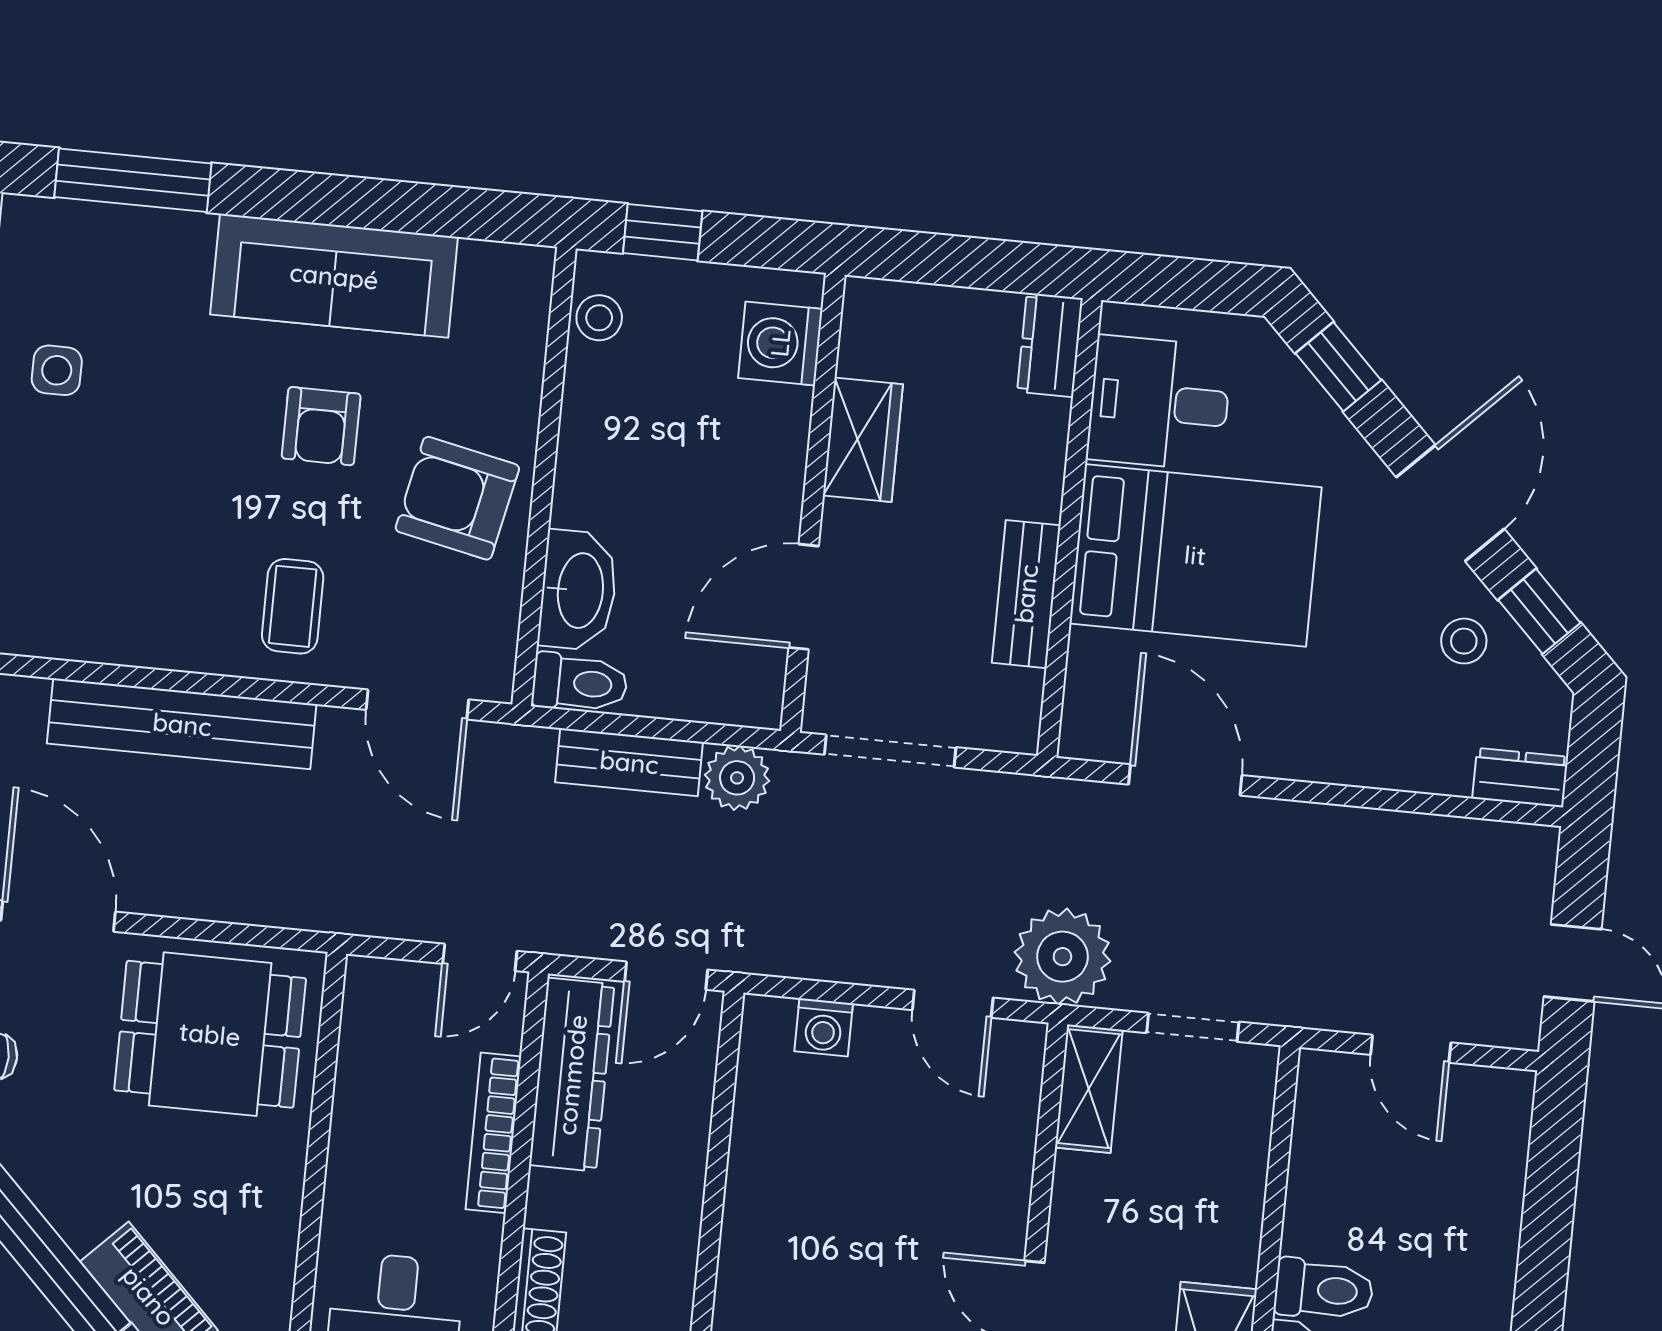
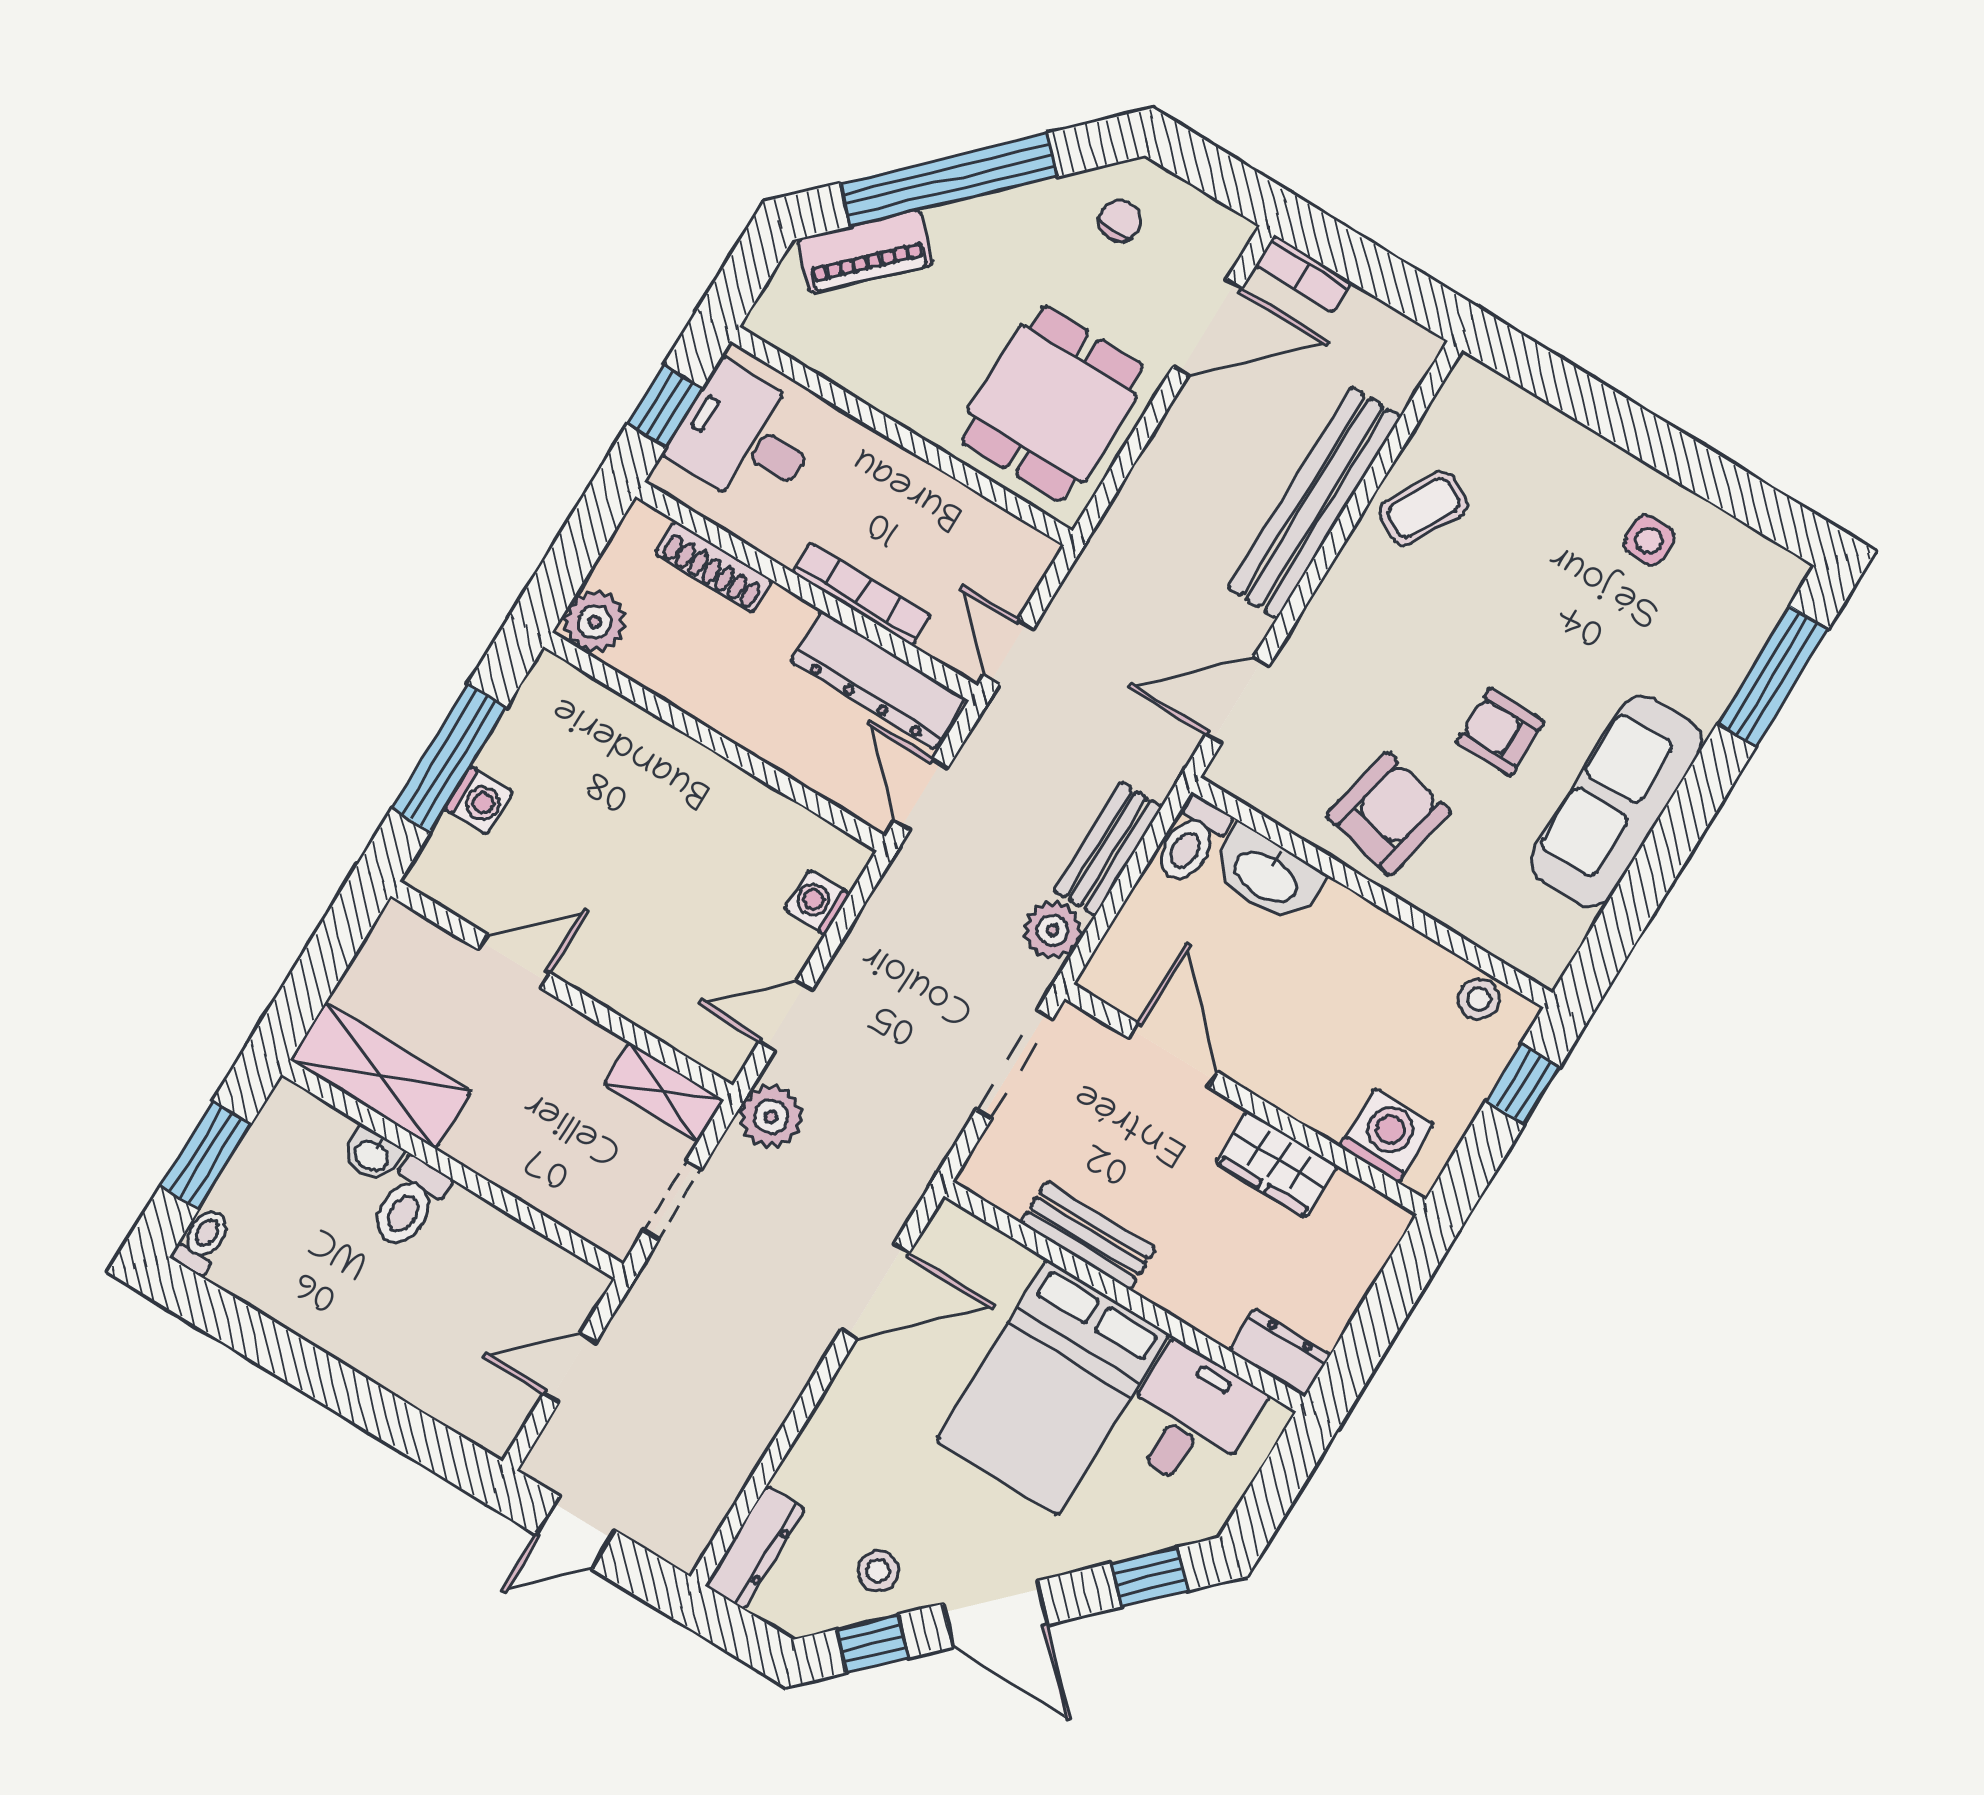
coffee table: (293, 606) -> (1423, 508), moved, turned -61
dresser: (1520, 778) -> (755, 1547), width x1.44
plant: (1062, 957) -> (771, 1117), width x0.73, depth x0.73

